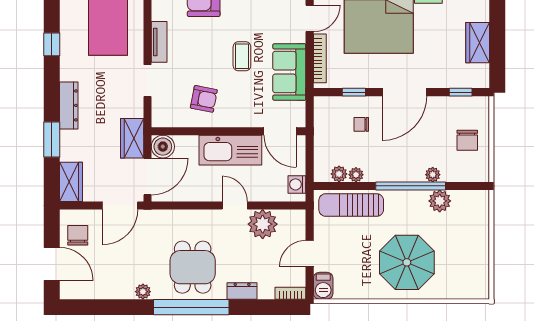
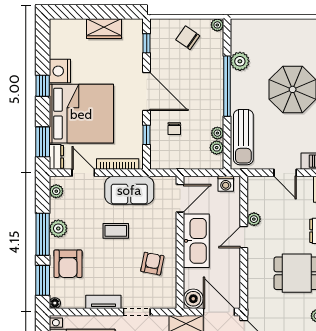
chair: (467, 140) -> (188, 38), turned -145
plant: (433, 175) -> (217, 25), moved
plant: (263, 224) -> (254, 219), width x0.53, depth x0.53

